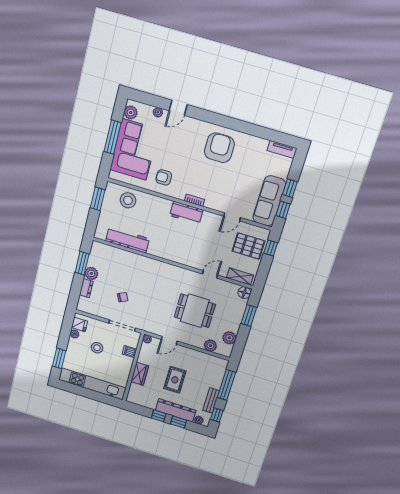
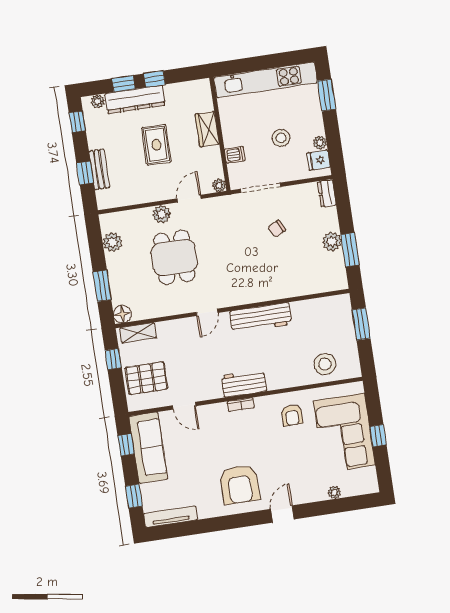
door: (178, 108) -> (282, 514), moved
plant: (131, 113) -> (368, 477), removed
window: (113, 137) -> (378, 436), width x0.46
tv unit: (282, 149) -> (171, 517), width x1.41
armchair: (164, 177) -> (292, 415), turned 90
window: (290, 188) -> (134, 496), moved
window: (98, 199) -> (361, 324), moved
door: (232, 217) -> (184, 406), swing flipped
workbench: (127, 240) -> (261, 318), moved
window: (271, 248) -> (113, 359), moved
door: (210, 274) -> (207, 312), moved
dresser: (86, 288) -> (327, 193), moved
dining table: (195, 311) -> (174, 257), turned 90
plant: (210, 346) -> (162, 214), moved
window: (226, 385) -> (85, 173), width x0.46
bench: (211, 400) -> (99, 169), moved

